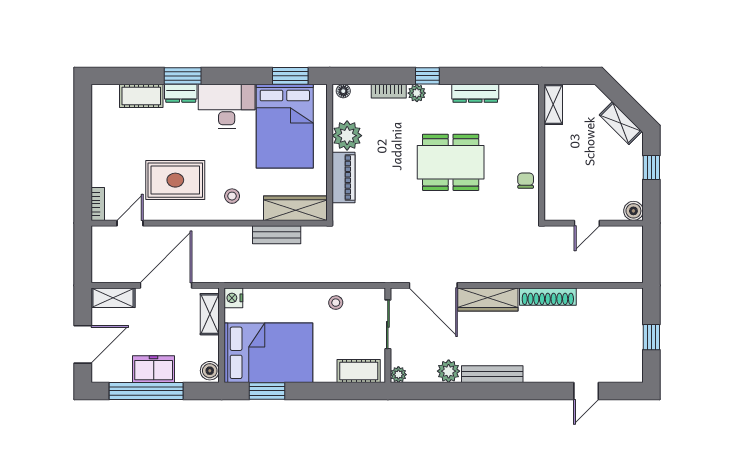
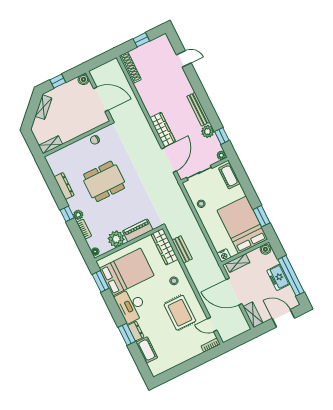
dining table: (451, 162) -> (104, 181), turned 90
door: (587, 223) -> (101, 99), width x1.87
shoe rack: (548, 297) -> (130, 68), moved
window: (430, 391) -> (222, 136), added

